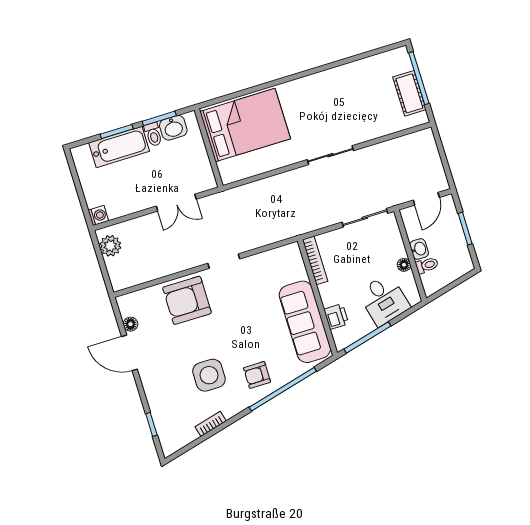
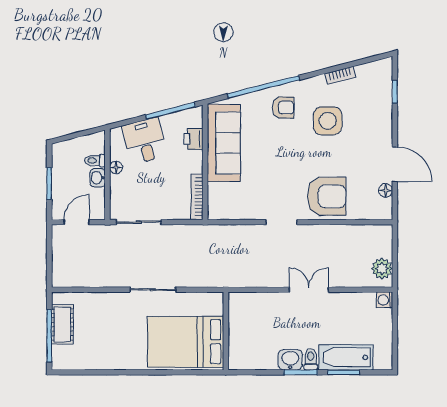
bed: (245, 125) -> (186, 342), moved
wall: (209, 148) -> (226, 331), moved

